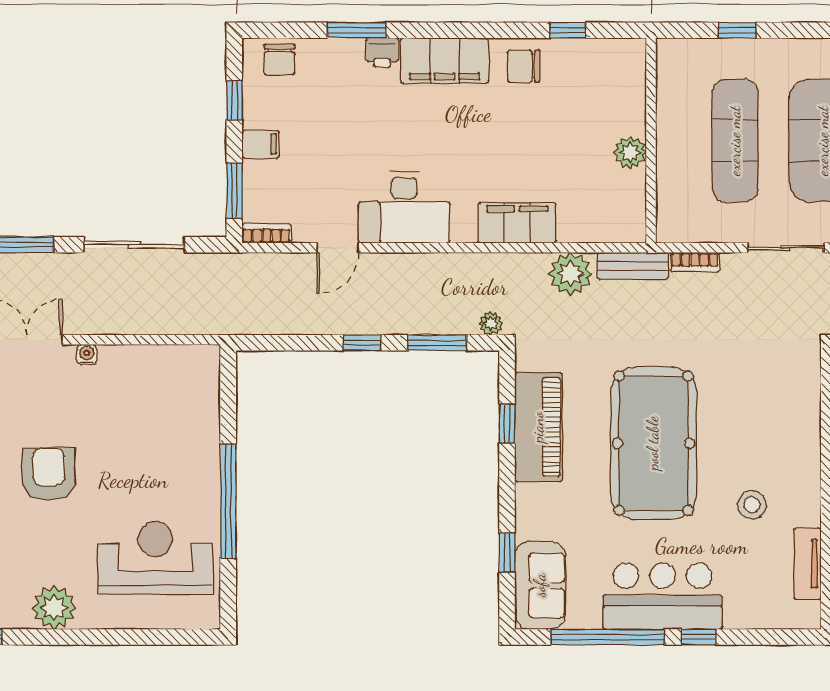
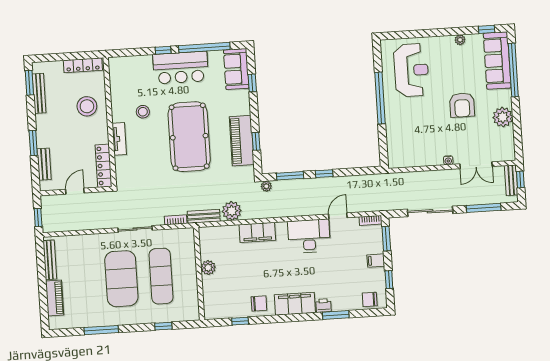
chair: (279, 59) -> (370, 299), turned -90
reception desk: (155, 558) -> (411, 70), turned -90
tv unit: (808, 564) -> (119, 139), moved
plant: (54, 608) -> (460, 40), width x0.53, depth x0.53

